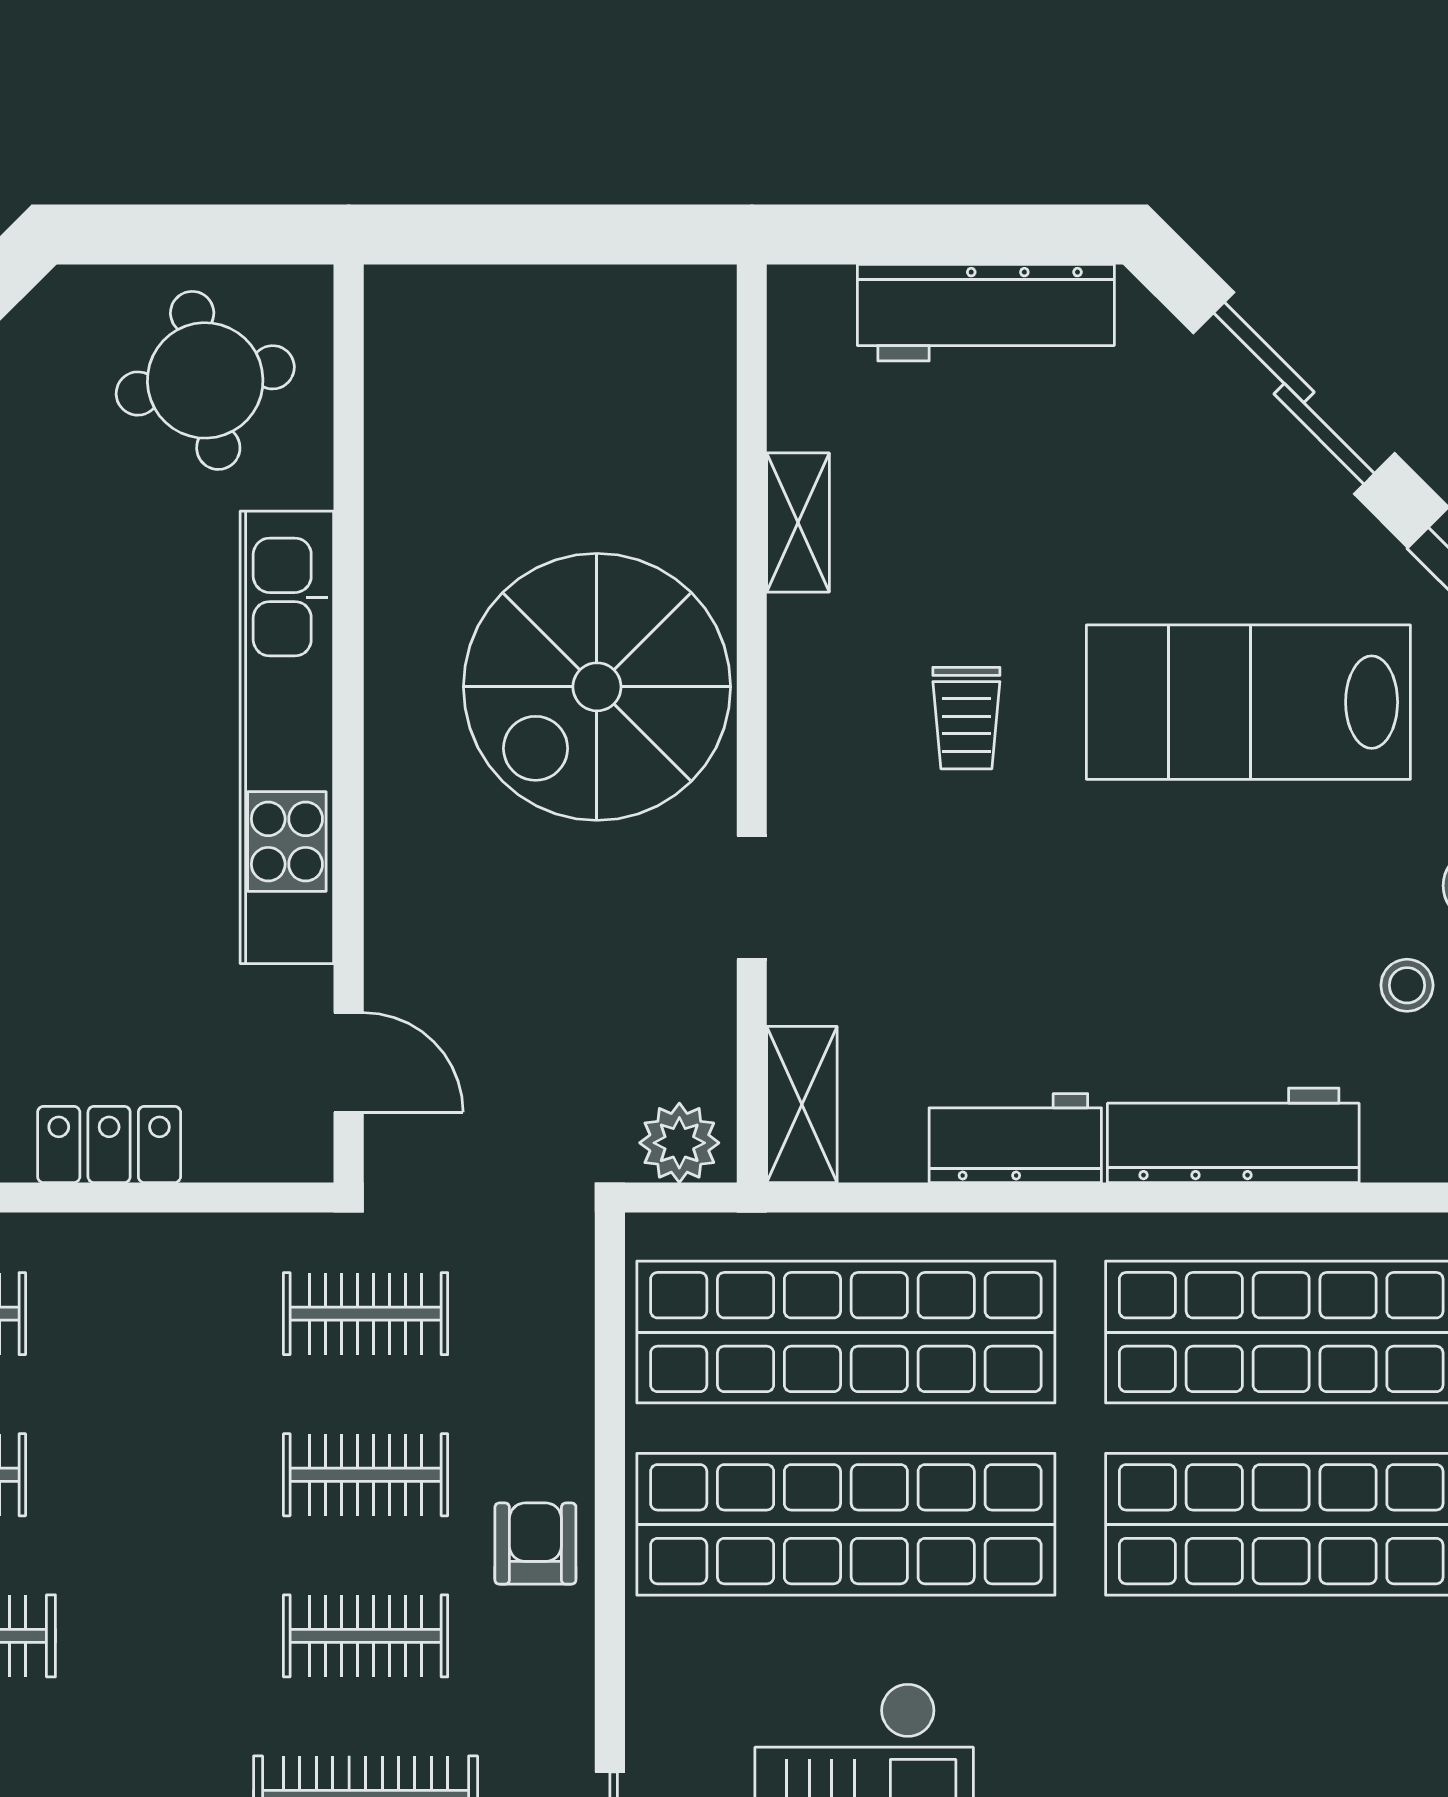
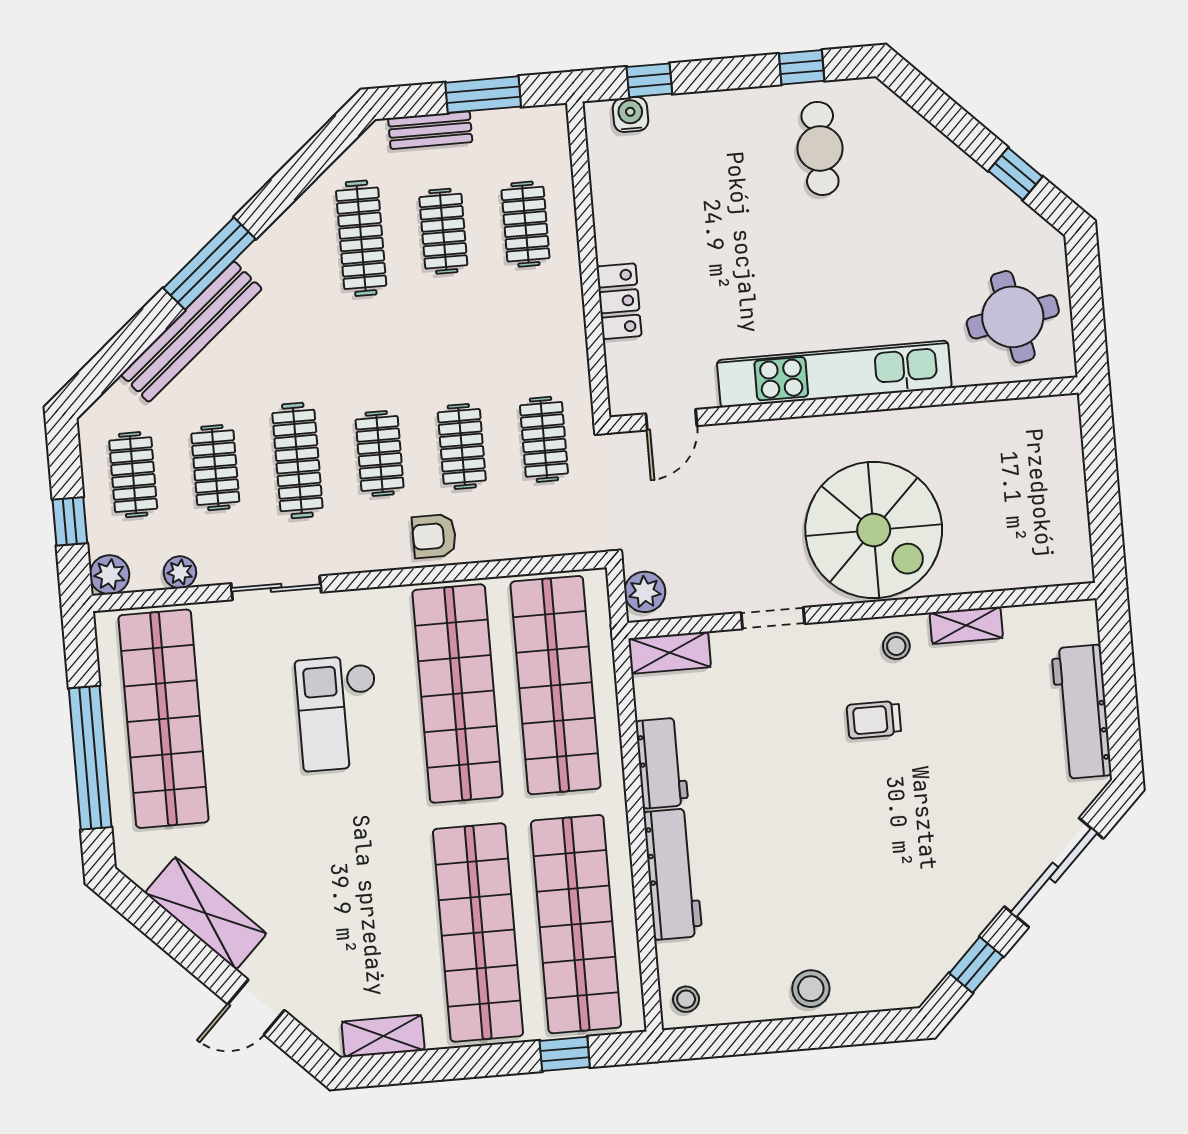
spiral stairs: (597, 687) -> (874, 530), turned 180
lab bench: (1248, 702) -> (894, 863), removed
stool: (1407, 985) -> (896, 646), moved
armchair: (535, 1544) -> (434, 536), turned 180

